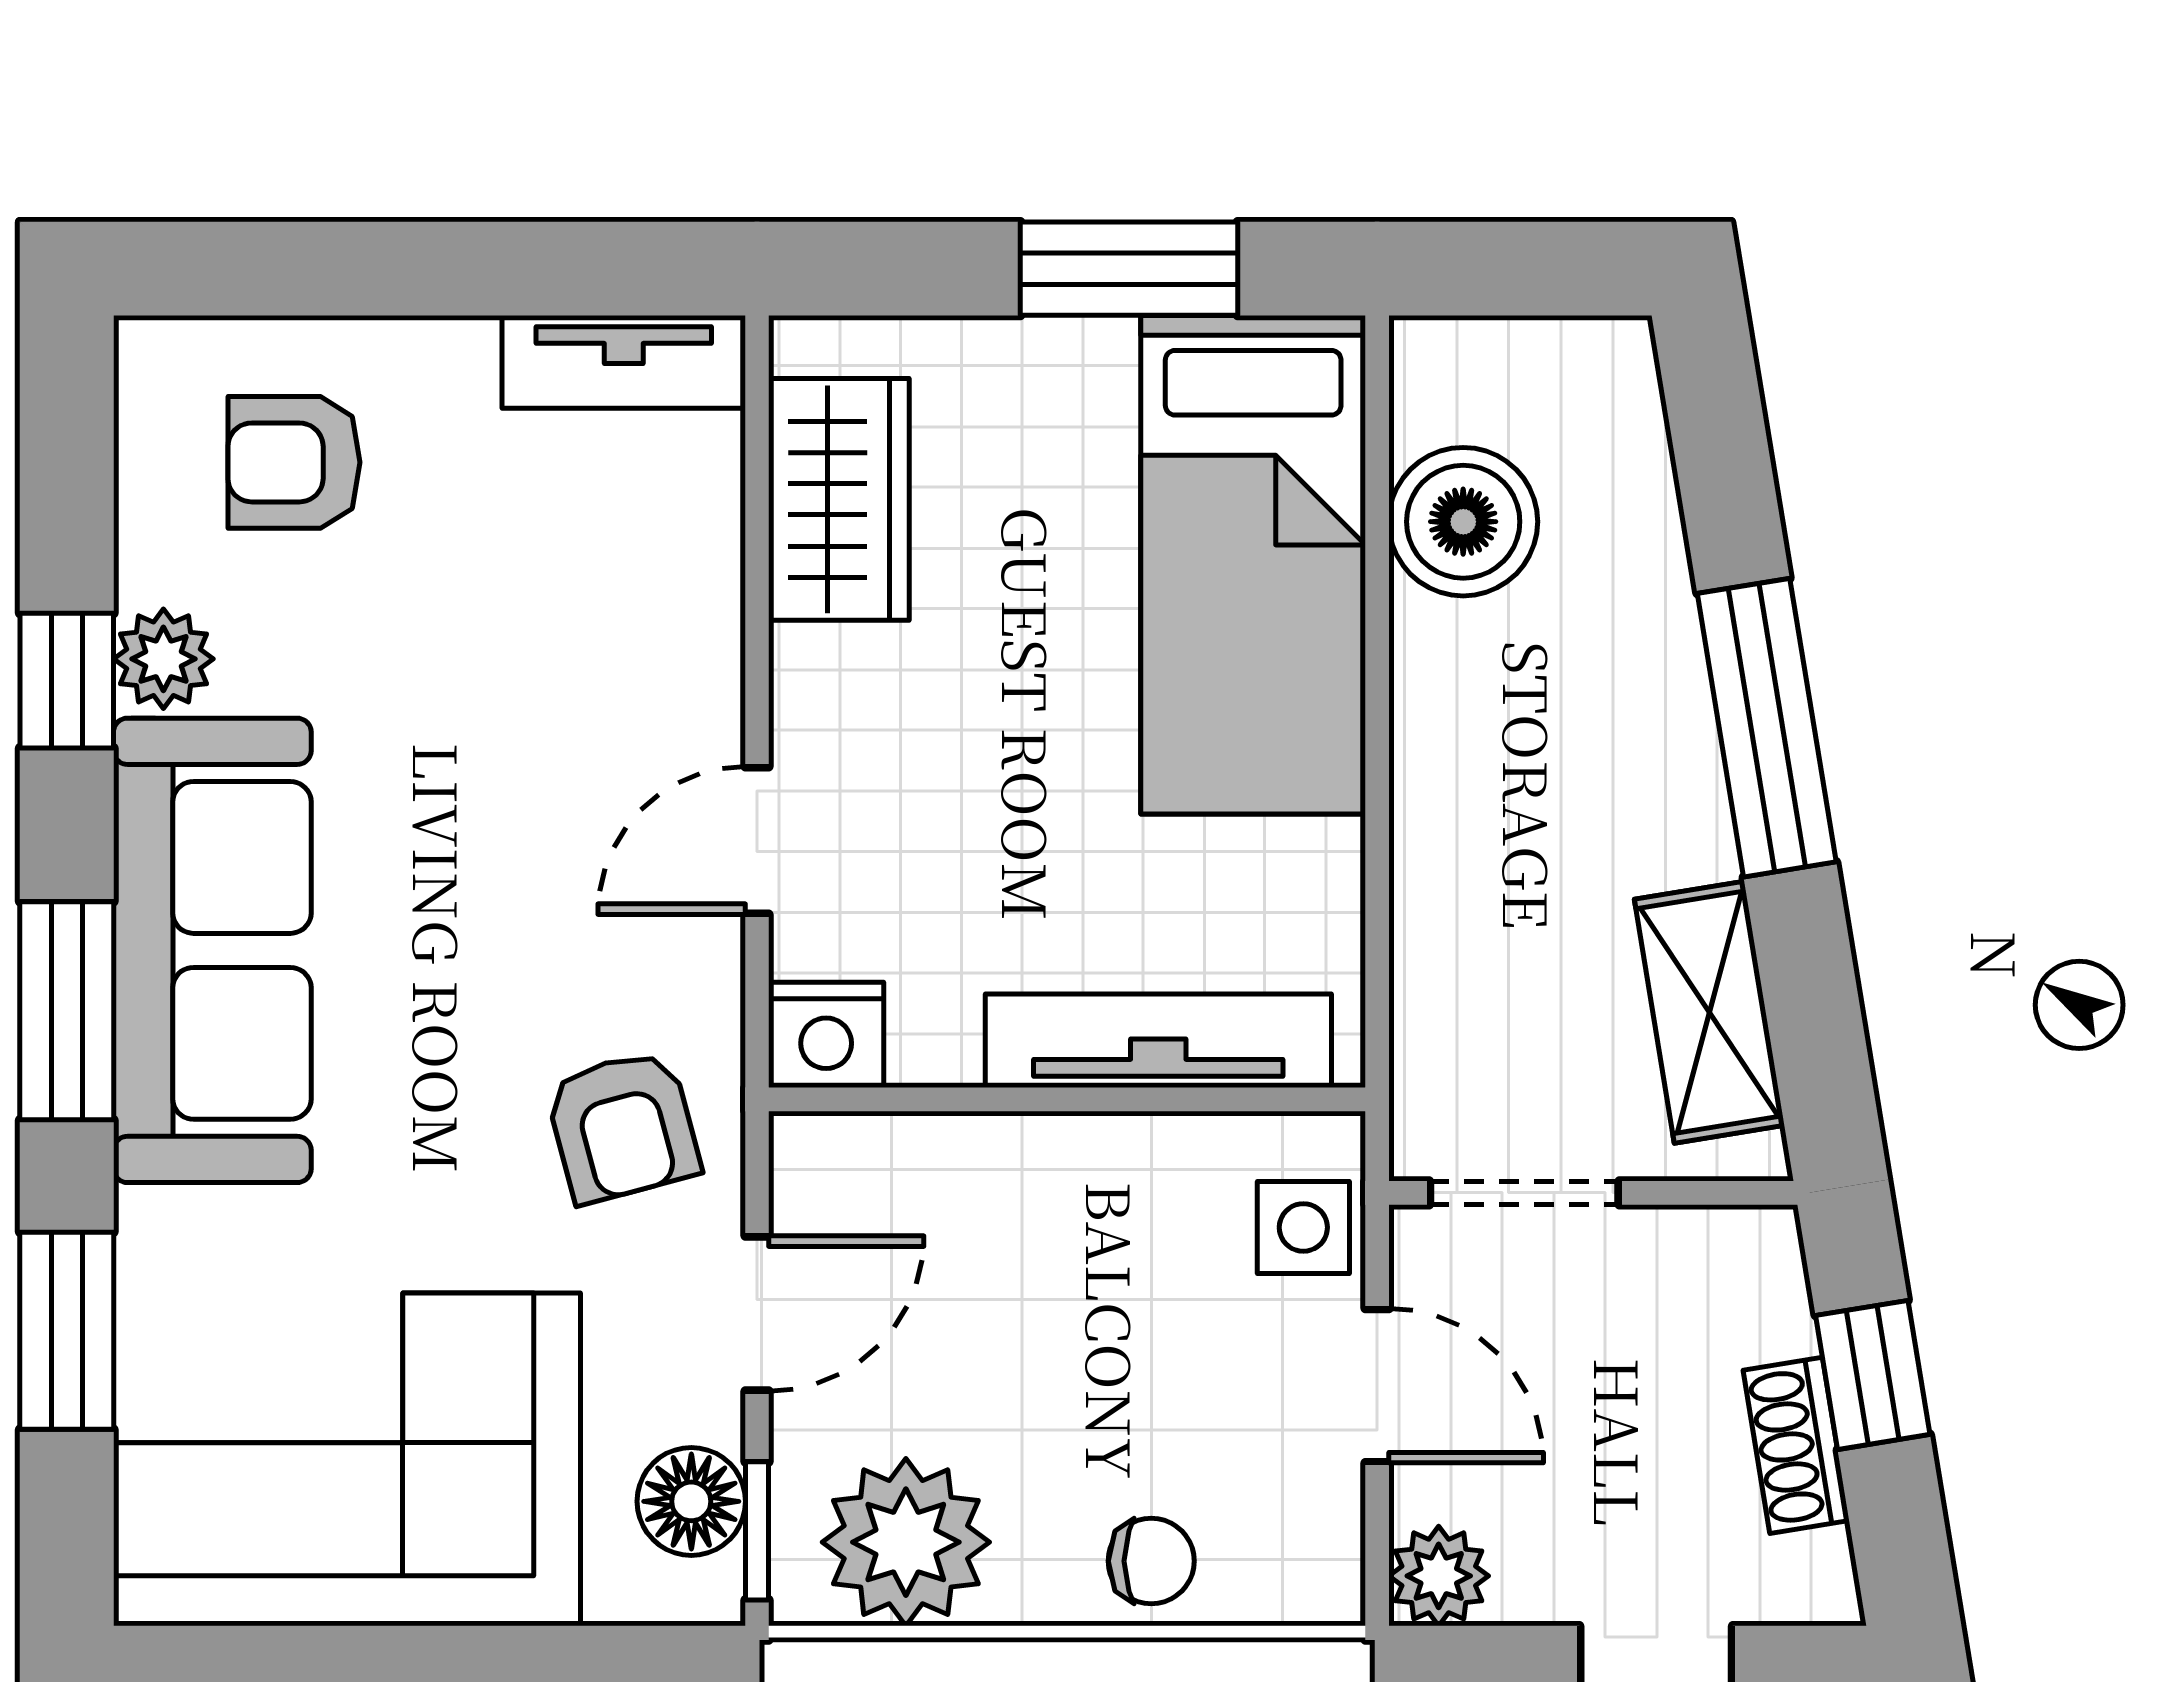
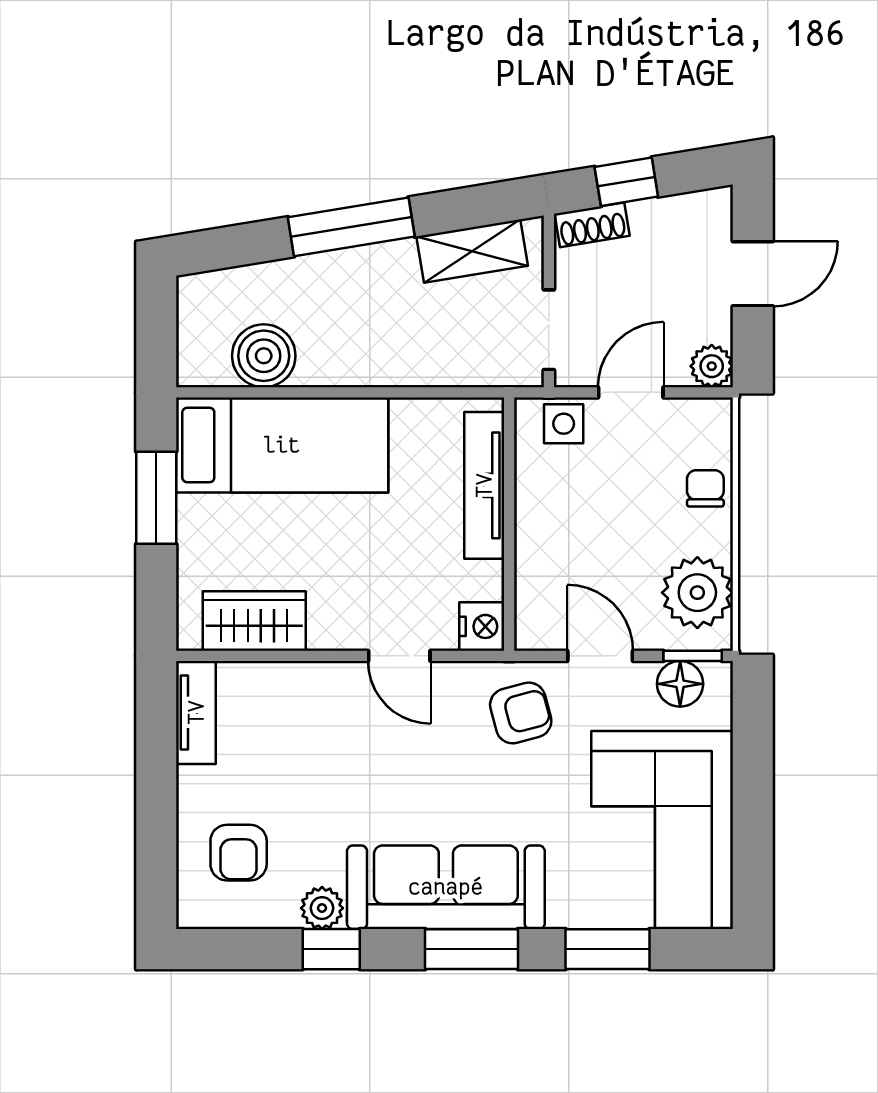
shoe rack: (1796, 1445) -> (592, 225), moved

